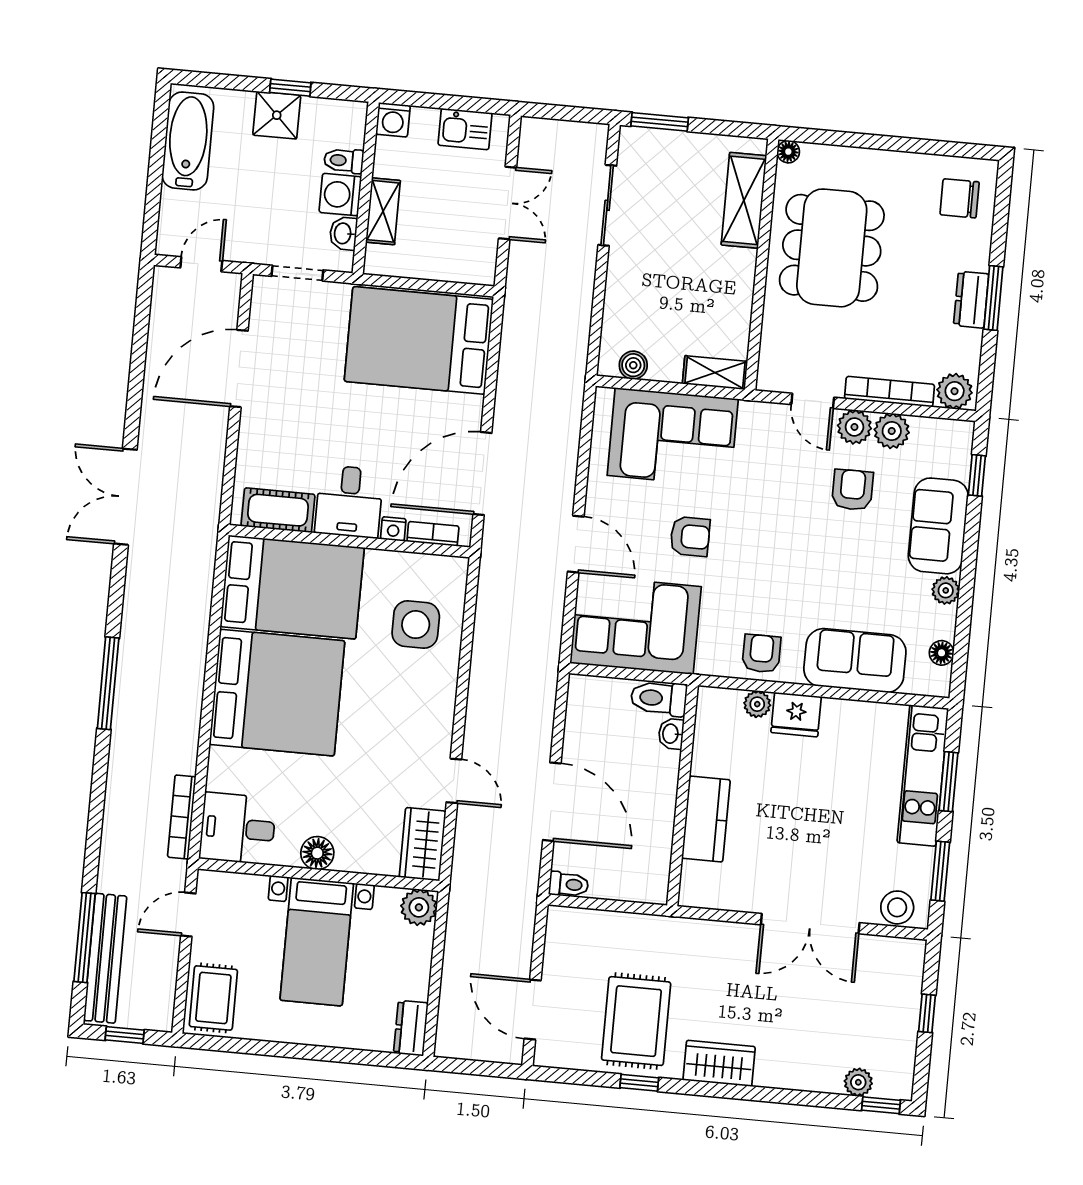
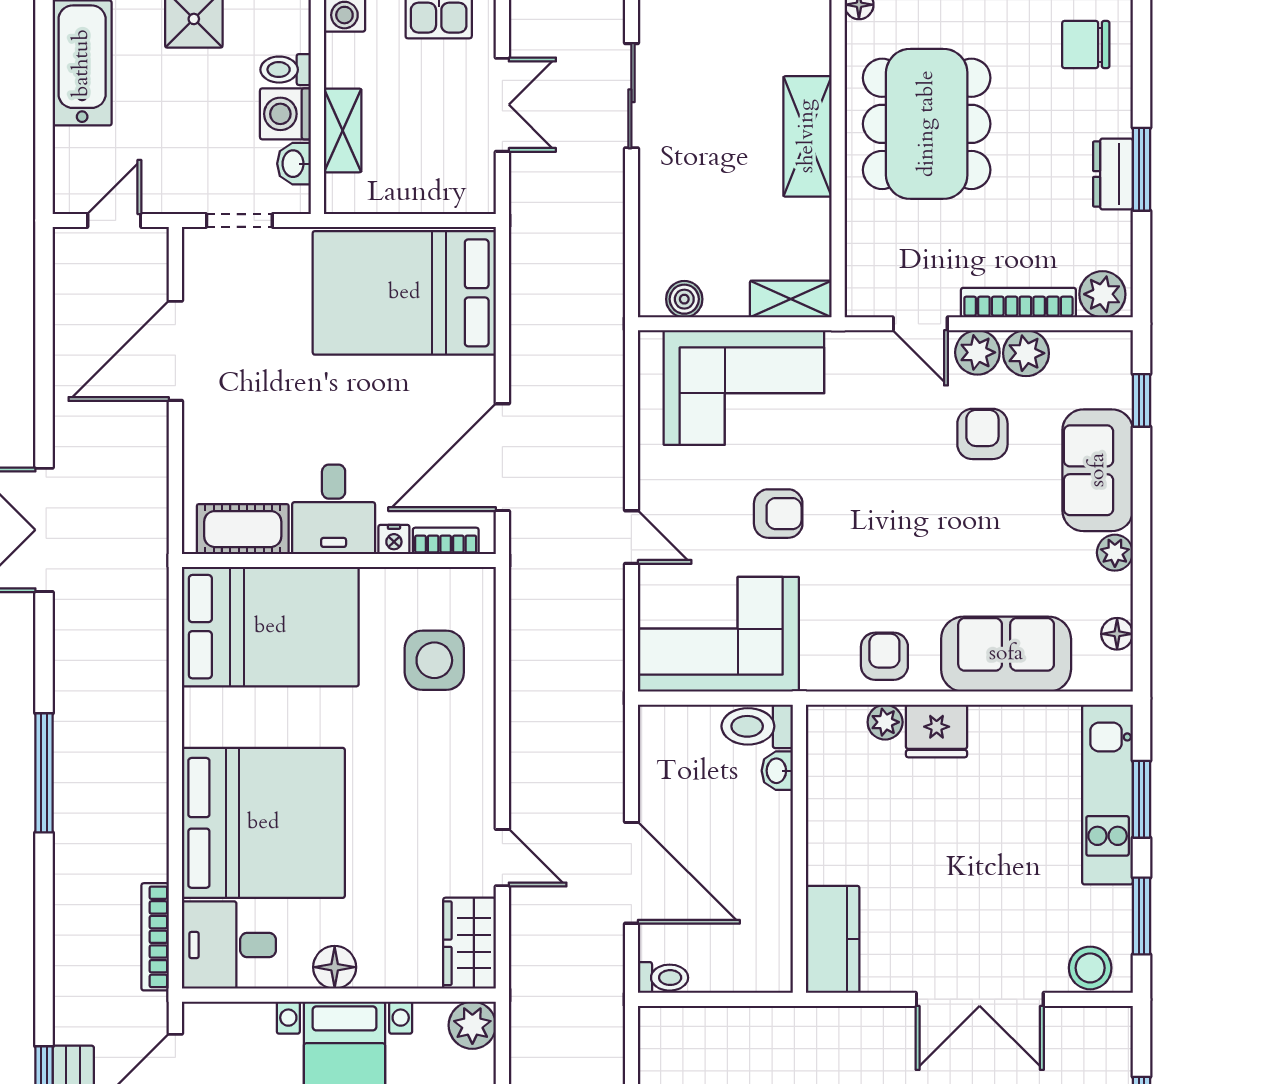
shelving: (744, 200) -> (807, 136), moved
door: (576, 544) -> (631, 537), width x0.73
bed: (277, 693) -> (263, 823), moved
kitchen counter: (706, 819) -> (833, 939), moved

